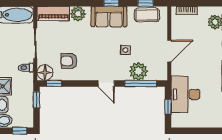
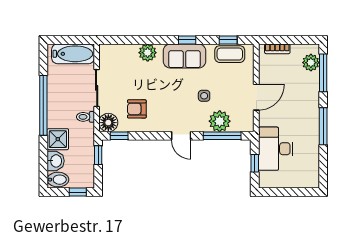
piano: (53, 14) -> (118, 52), removed

